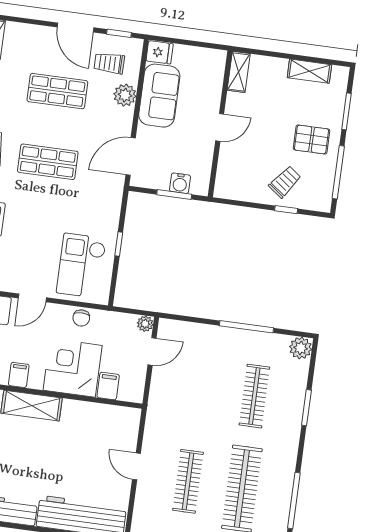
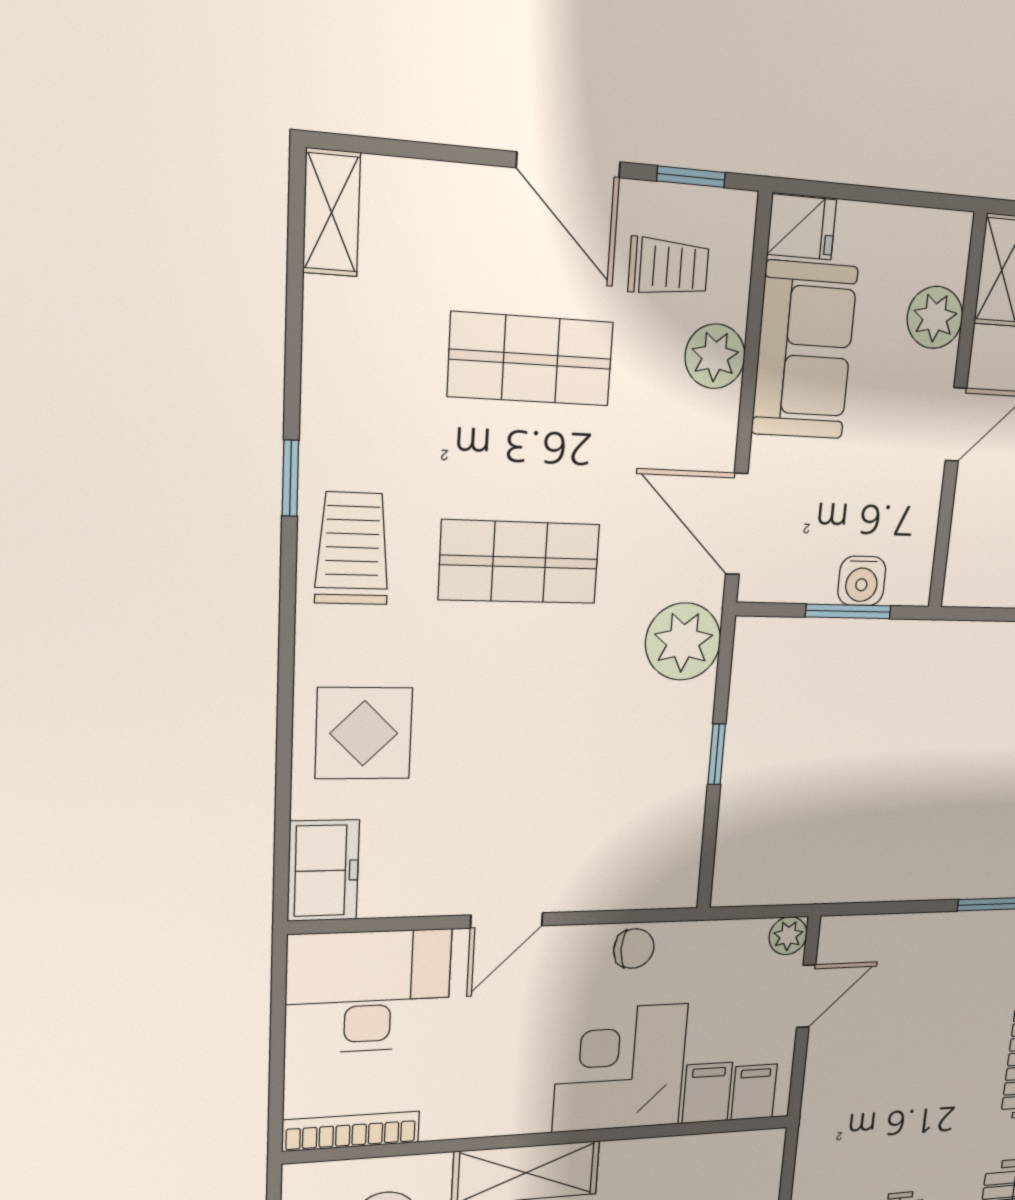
trolley: (109, 63) -> (669, 267), turned 180
plant: (211, 87) -> (935, 317), added
door: (131, 156) -> (737, 524), hinge flipped
plant: (108, 198) -> (683, 642), added
checkout: (81, 266) -> (626, 821), removed
chair: (81, 318) -> (634, 949), turned -90
filing cabinet: (19, 375) -> (754, 1092), moved

